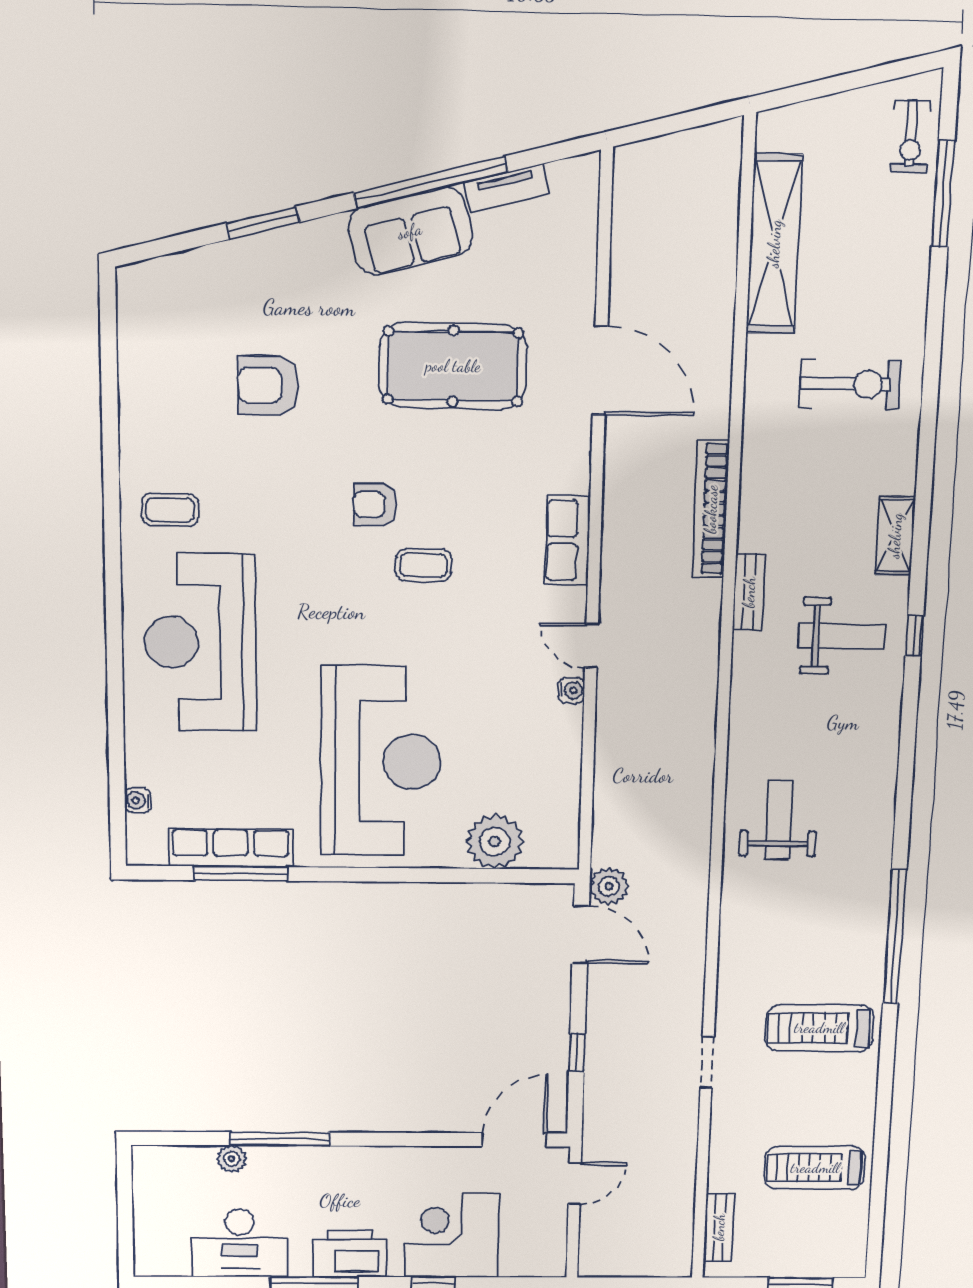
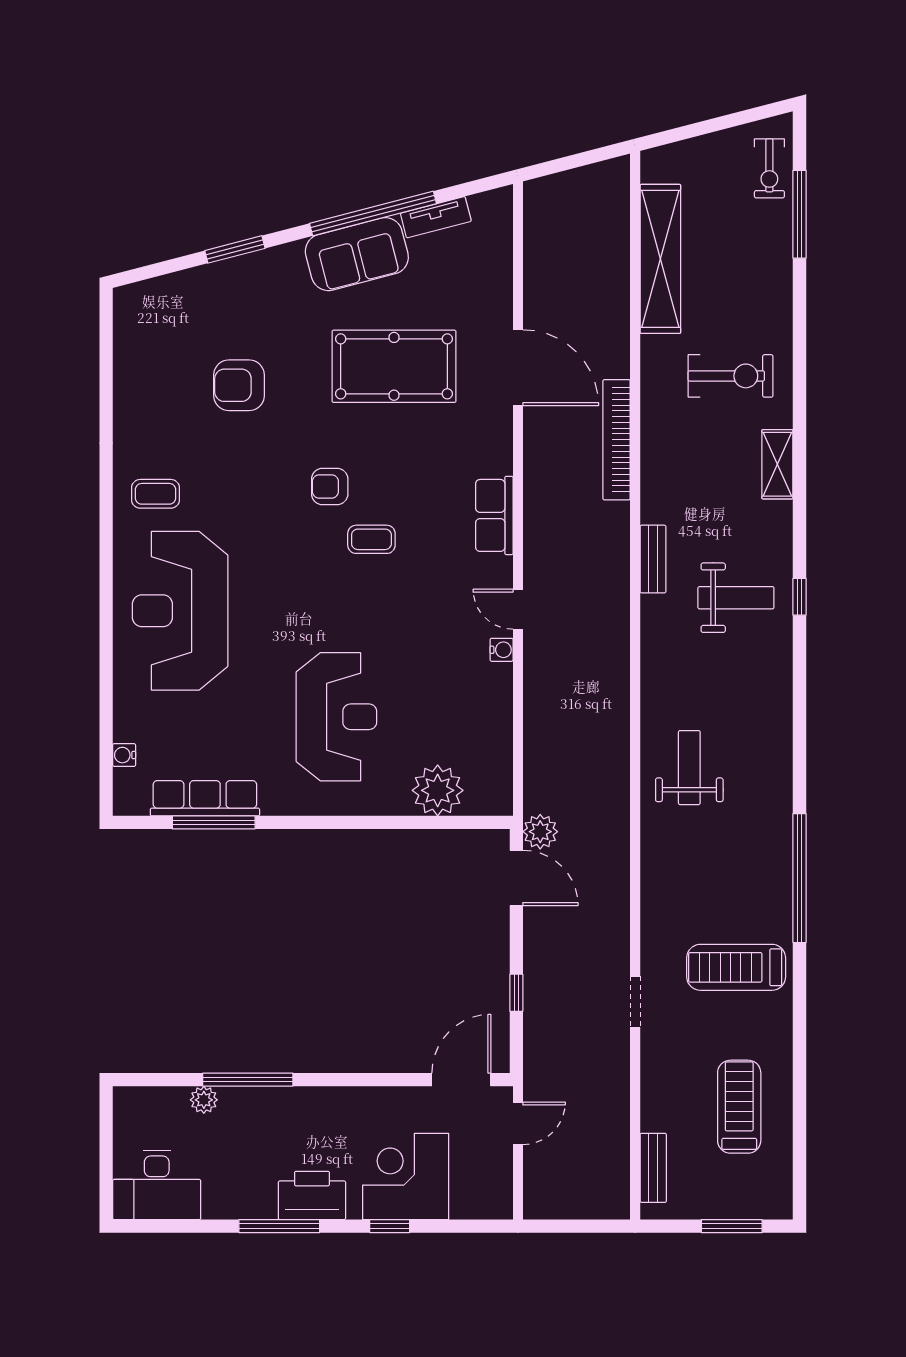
bookcase: (711, 509) -> (617, 440), moved
shelving: (895, 536) -> (777, 464), moved
reception desk: (381, 761) -> (336, 717), width x0.74, depth x0.77
treadmill: (815, 1168) -> (739, 1107), turned 90
desk: (240, 1243) -> (157, 1185), moved

